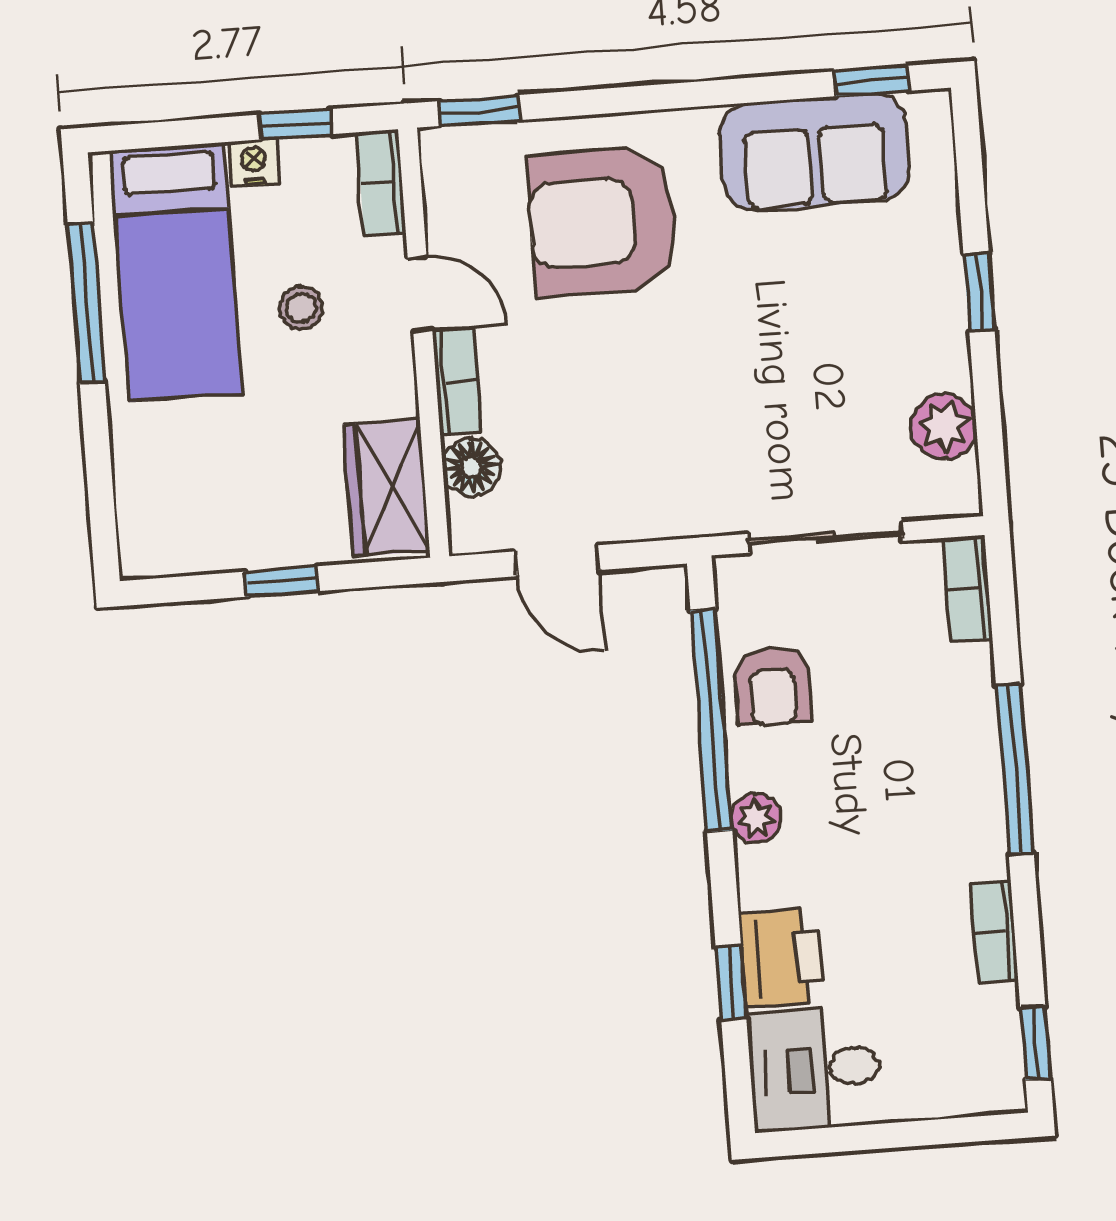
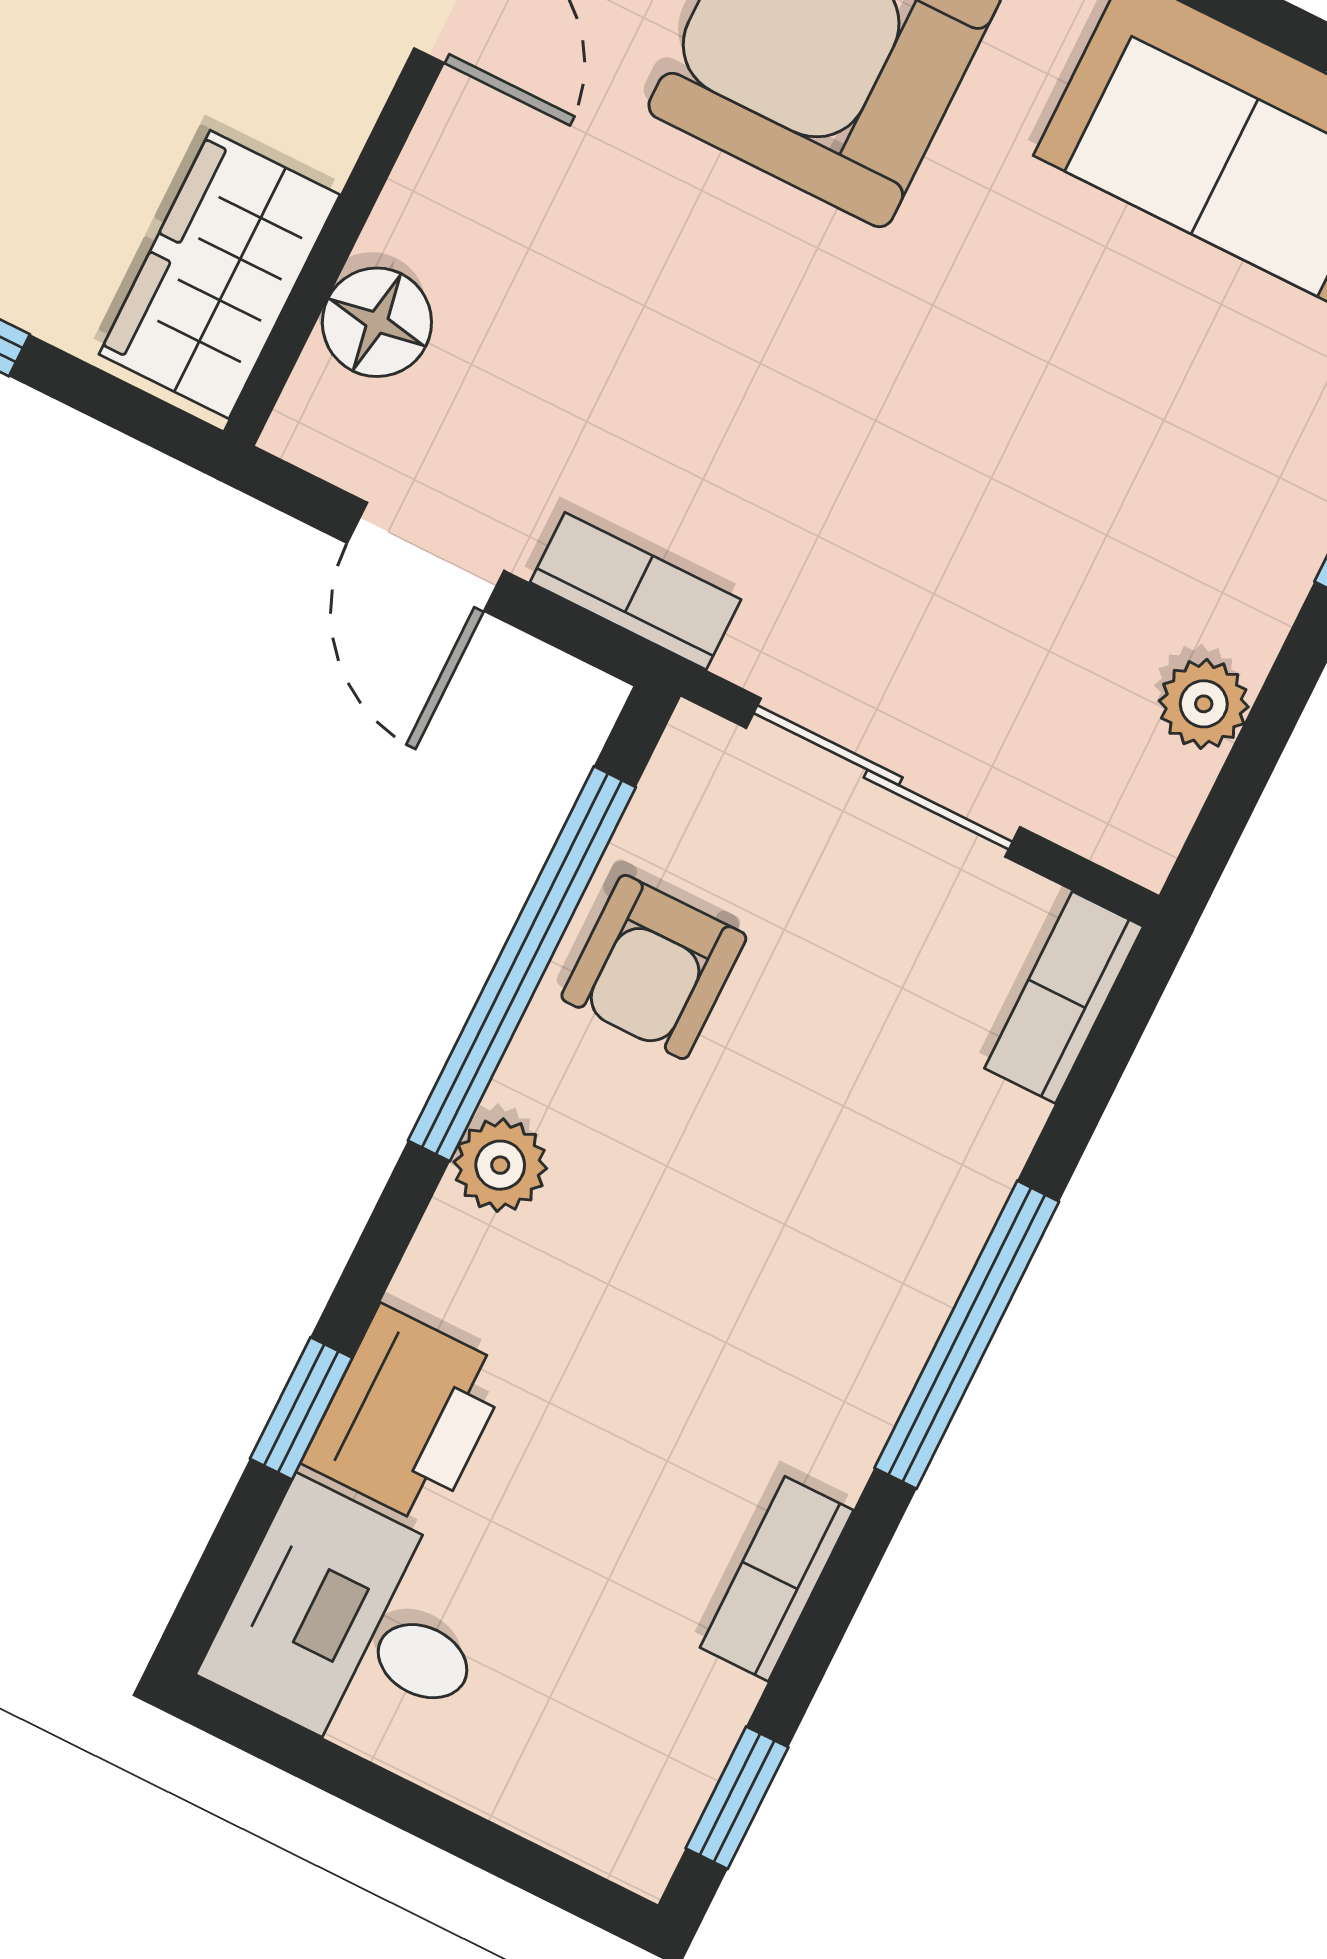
bookcase: (457, 382) -> (636, 591), moved, turned -90
plant: (944, 427) -> (1204, 704), width x0.73, depth x0.73

